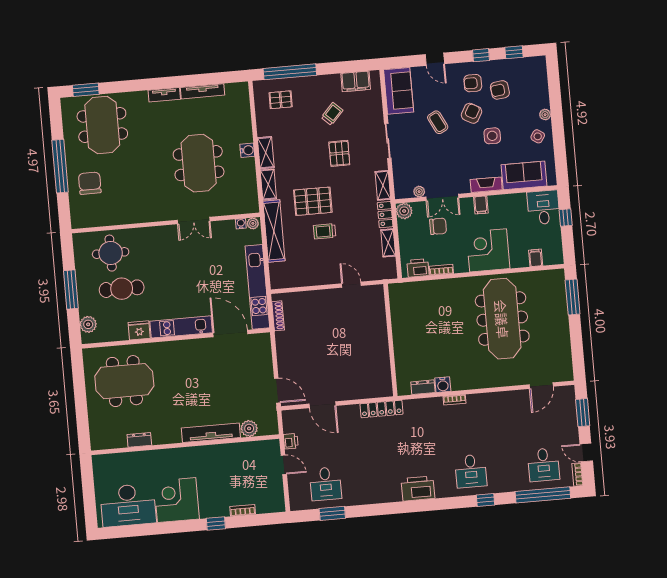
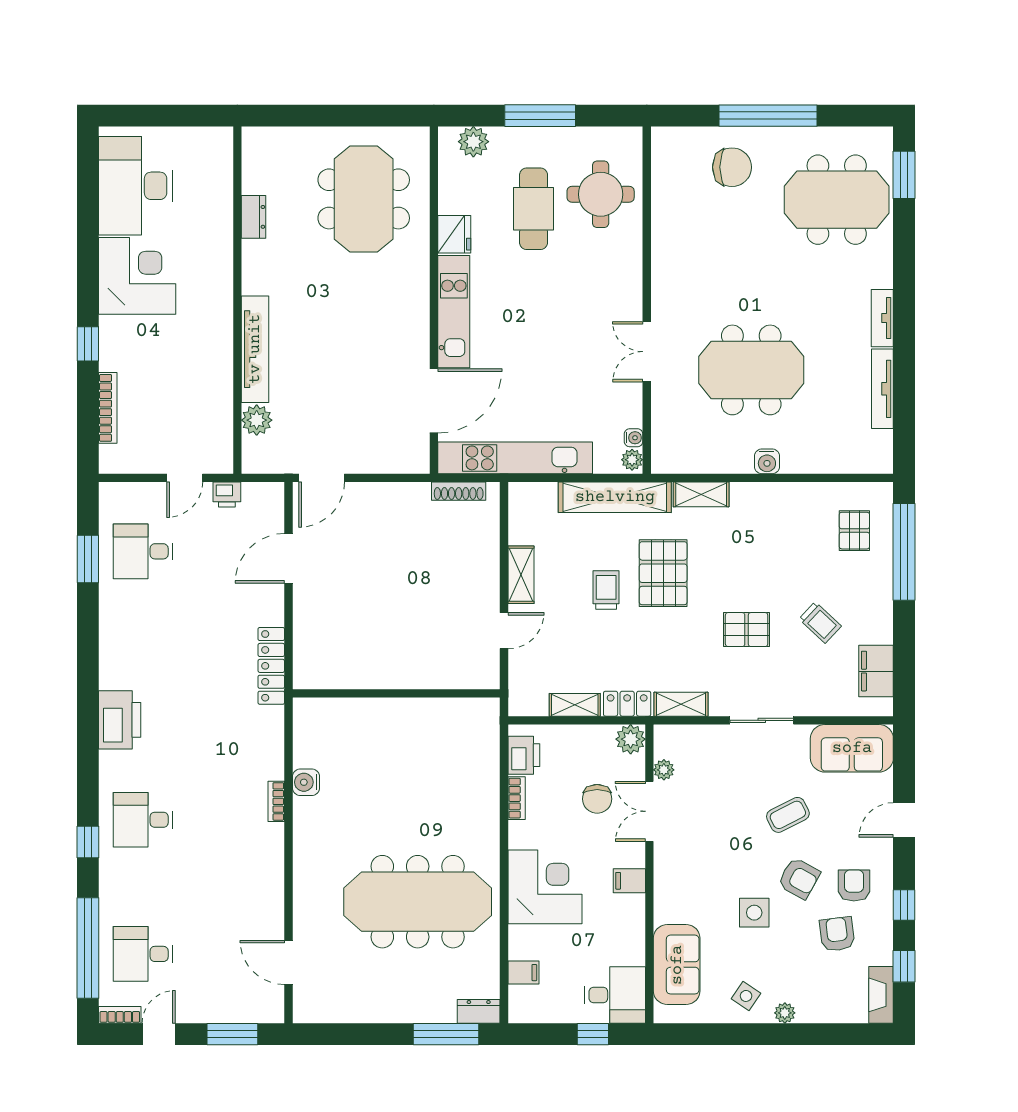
shelving: (266, 153) -> (521, 575), moved, turned 90
fireplace: (486, 185) -> (881, 995), moved, turned 180
dresser: (423, 387) -> (479, 1011), moved, turned -90
bookcase: (243, 510) -> (108, 408), width x1.56

